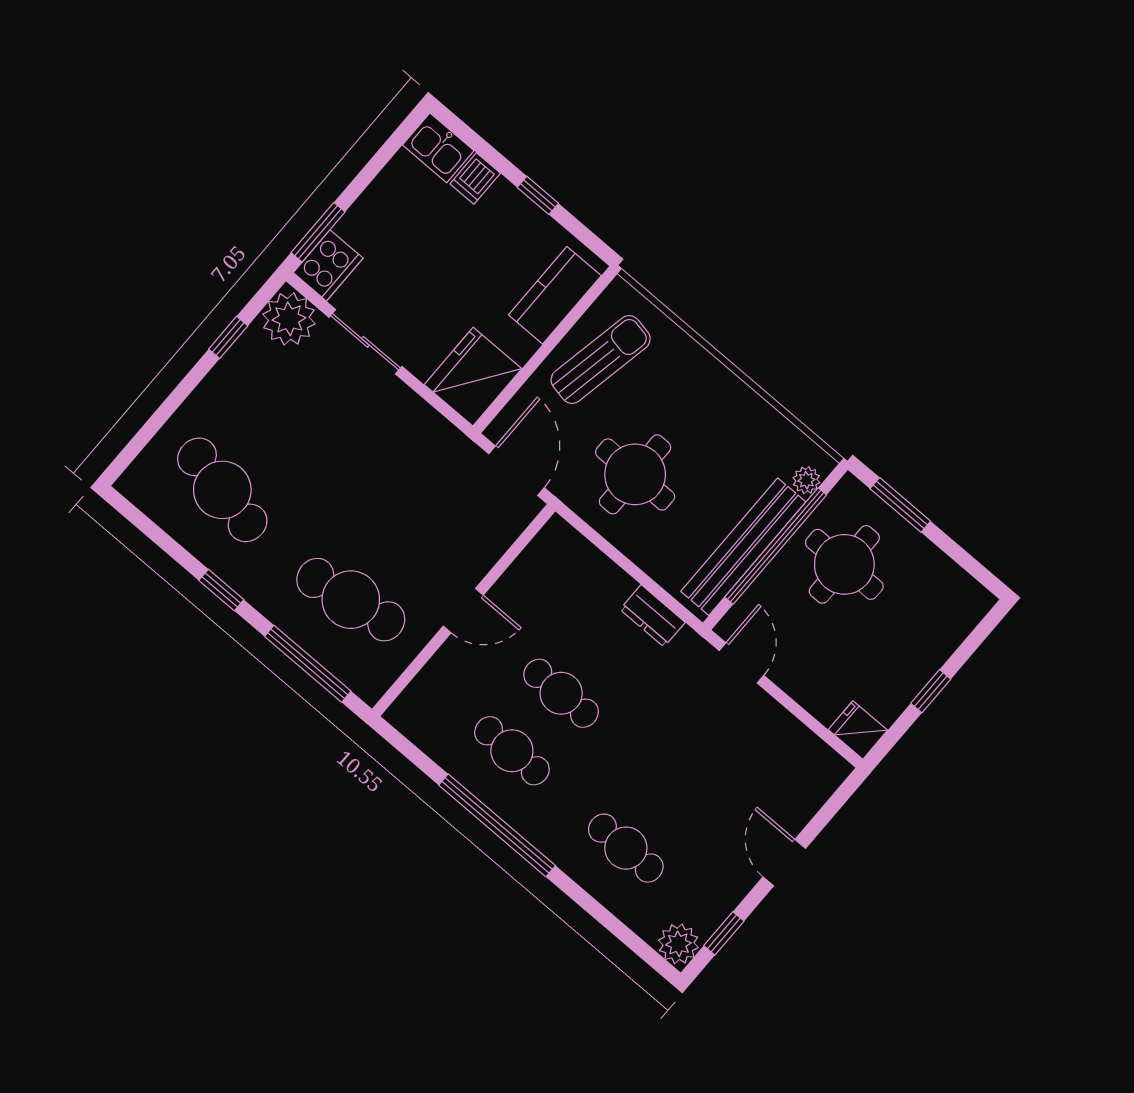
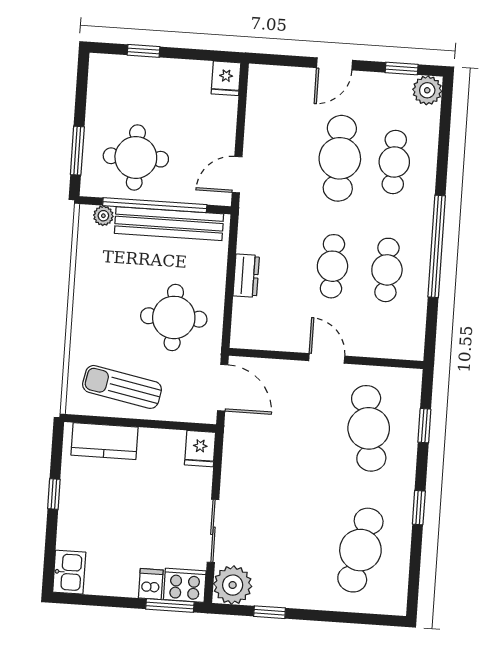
dishwasher: (475, 178) -> (151, 584), moved, turned -90
fridge: (473, 377) -> (200, 449), width x0.53, depth x0.75
door: (517, 471) -> (223, 388), swing flipped
dresser: (653, 616) -> (246, 276), moved
window: (308, 664) -> (424, 426), width x0.46
window: (931, 691) -> (144, 51), moved
cafe table: (675, 791) -> (340, 158), added

